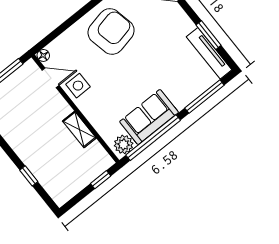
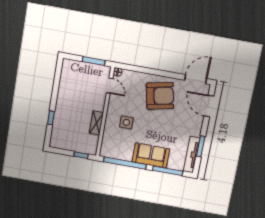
side table: (78, 86) -> (126, 122), moved
sofa: (149, 117) -> (151, 155), moved
plant: (124, 144) -> (108, 151), removed

